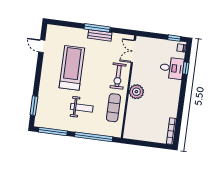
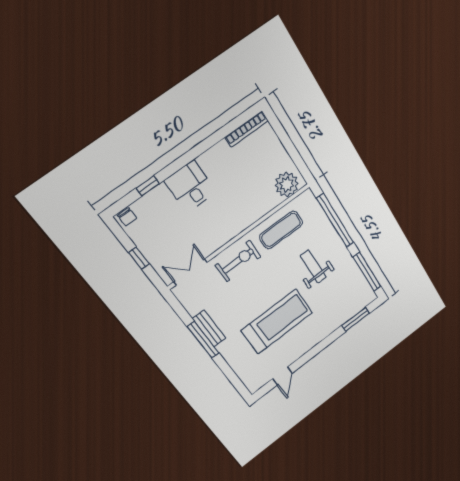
window: (174, 38) -> (139, 258), moved
double door: (133, 51) -> (190, 272), swing flipped
treadmill: (72, 68) -> (277, 321), turned 180
desk: (172, 68) -> (190, 186), moved
plant: (136, 92) -> (287, 184), moved

